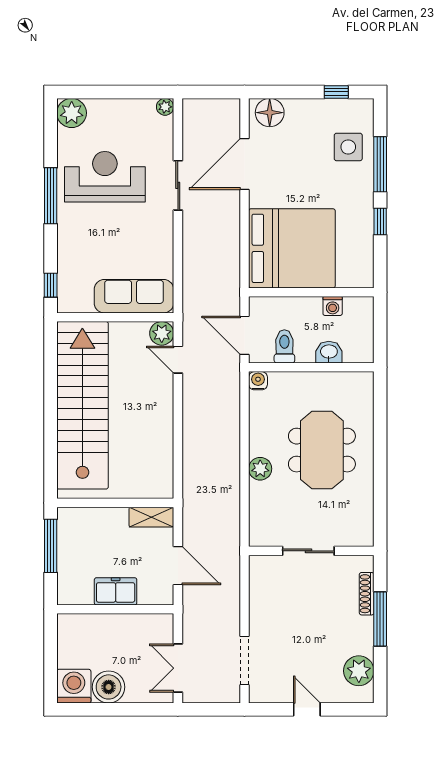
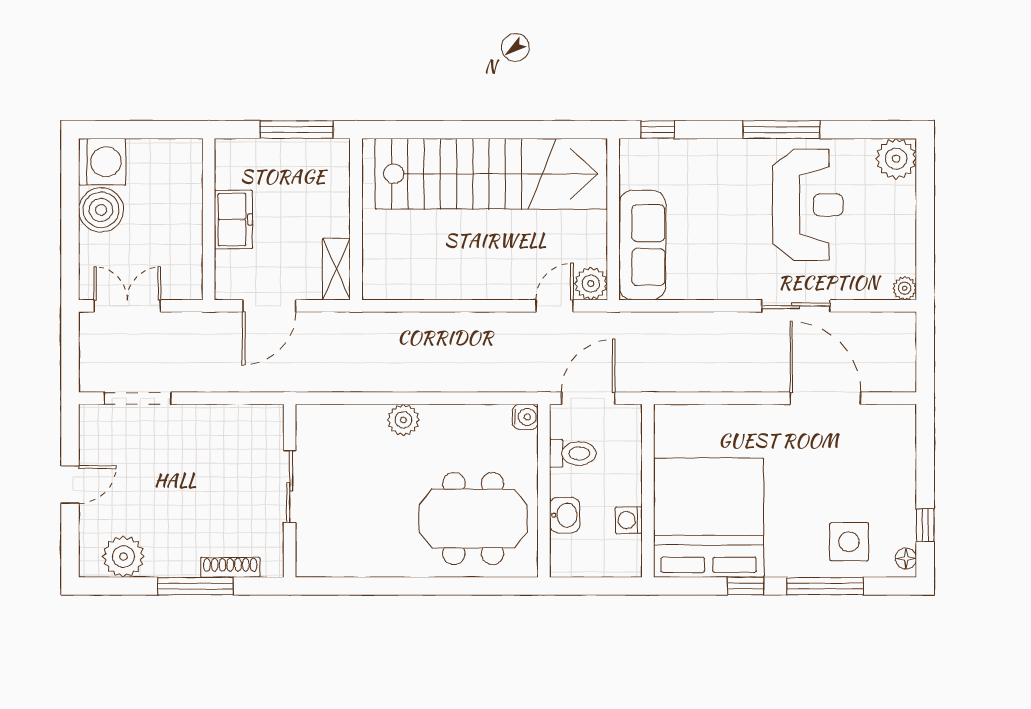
floor lamp: (270, 113) -> (906, 558), moved, width x0.53, depth x0.53
bed: (292, 248) -> (709, 518), moved, turned 180
meeting table: (322, 450) -> (473, 518), moved

